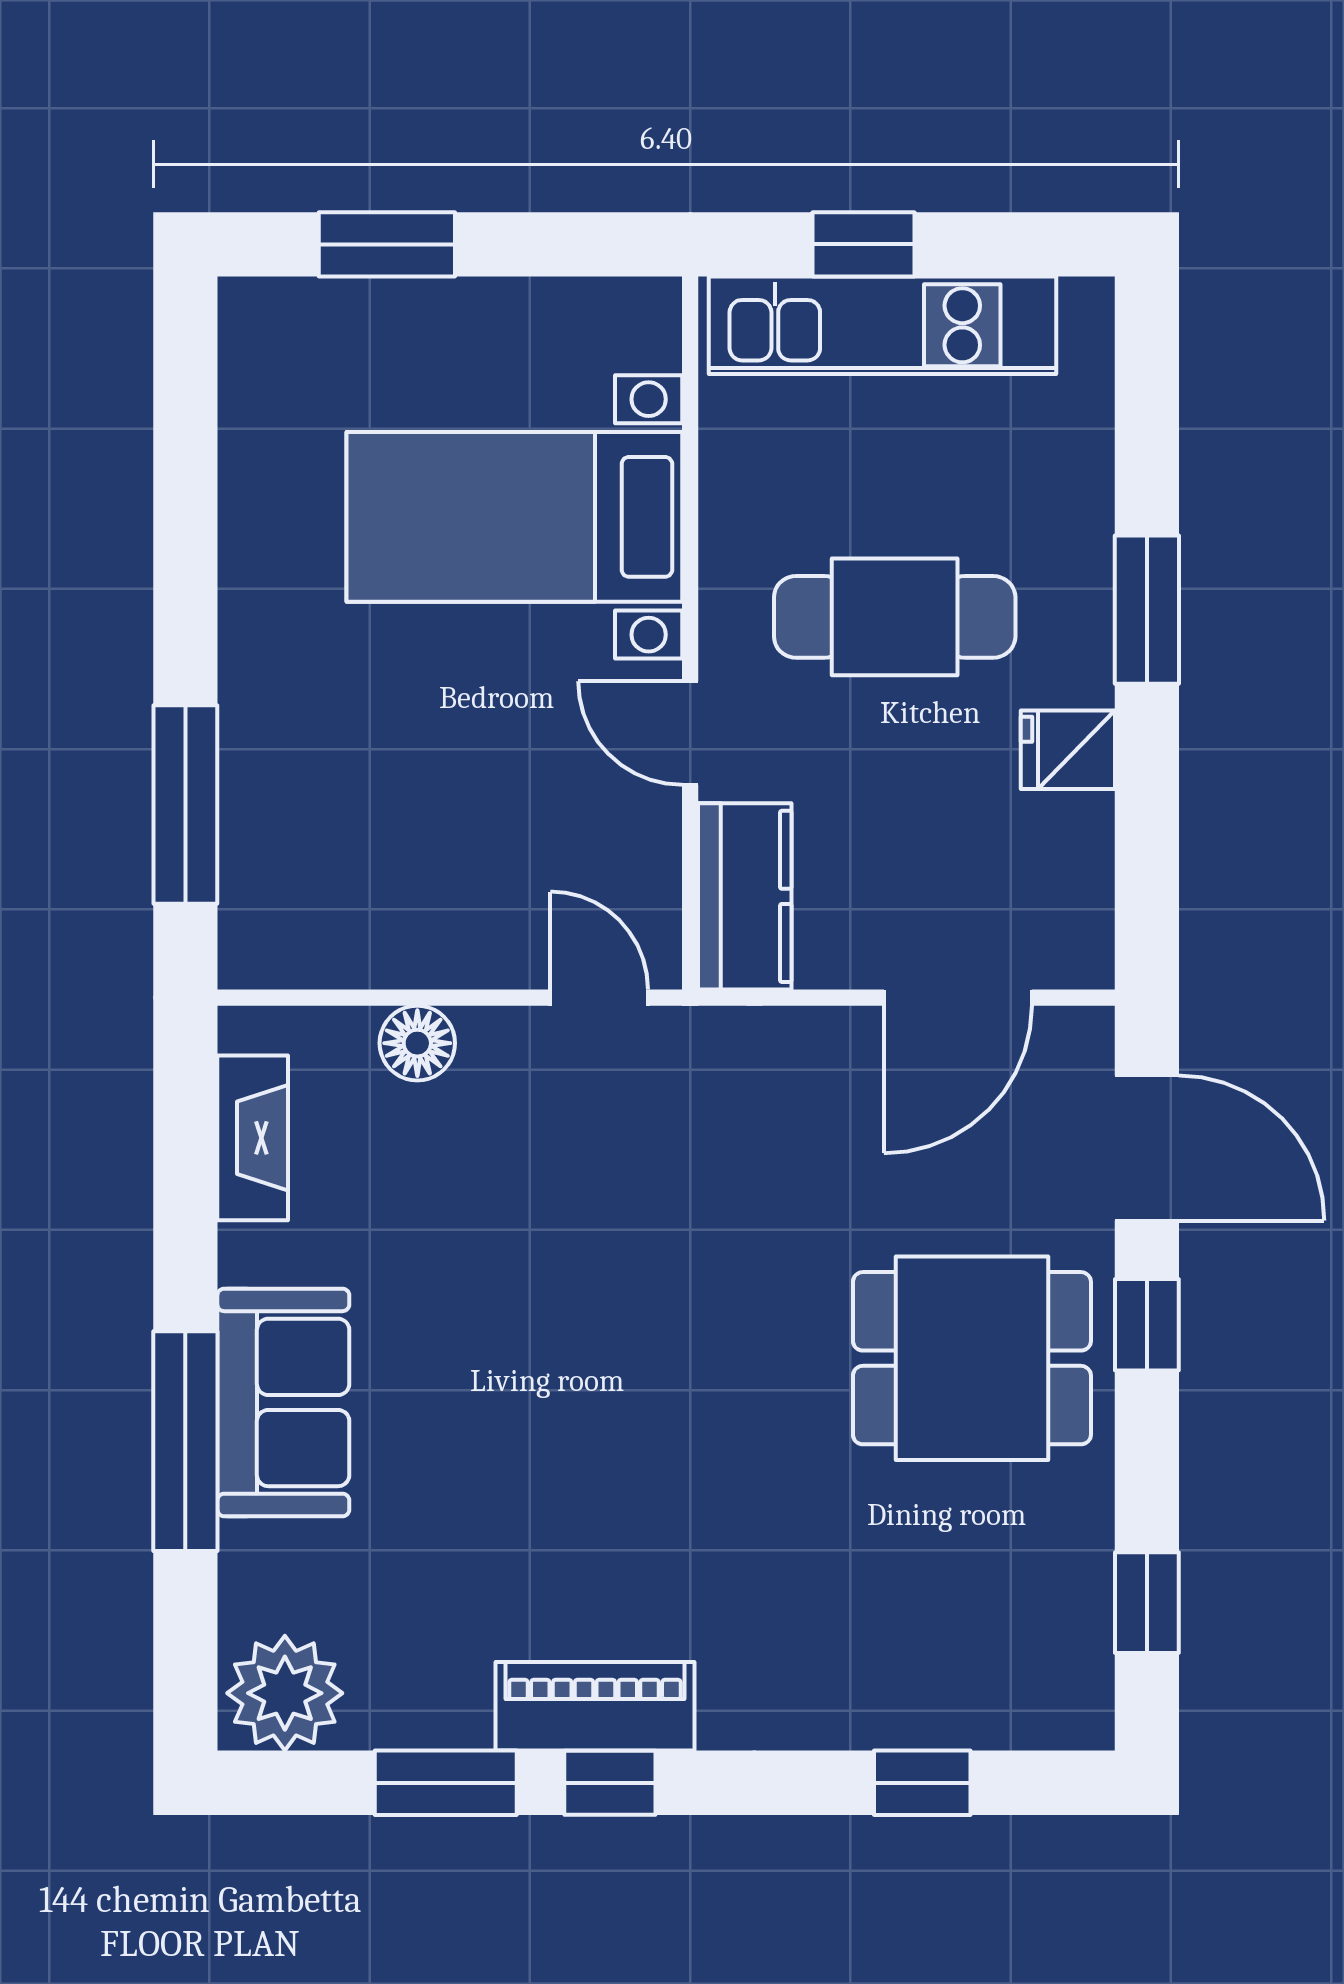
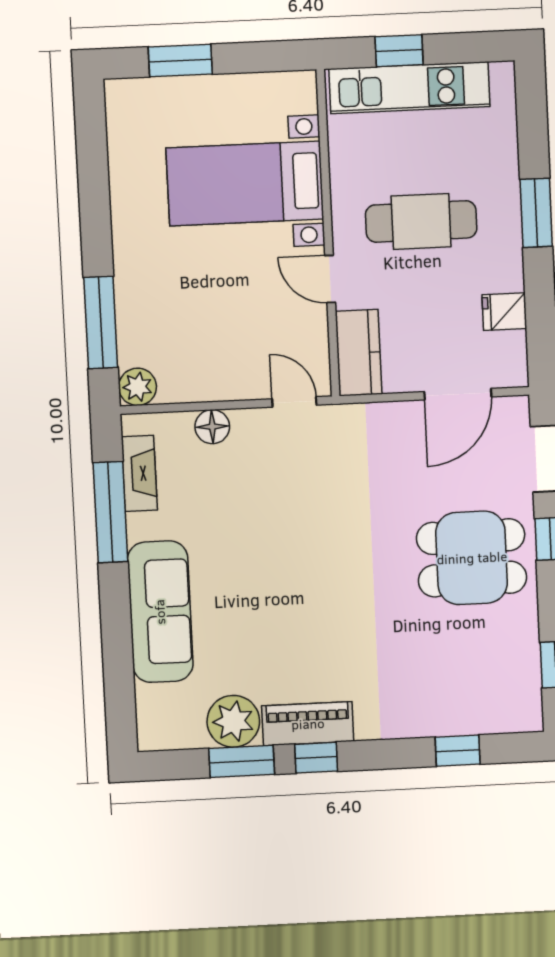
fridge: (1068, 750) -> (504, 312), moved
plant: (258, 948) -> (138, 387), added
sofa: (283, 1402) -> (160, 612), width x1.36
window: (185, 1441) -> (110, 512), moved
plant: (285, 1693) -> (233, 721), moved

